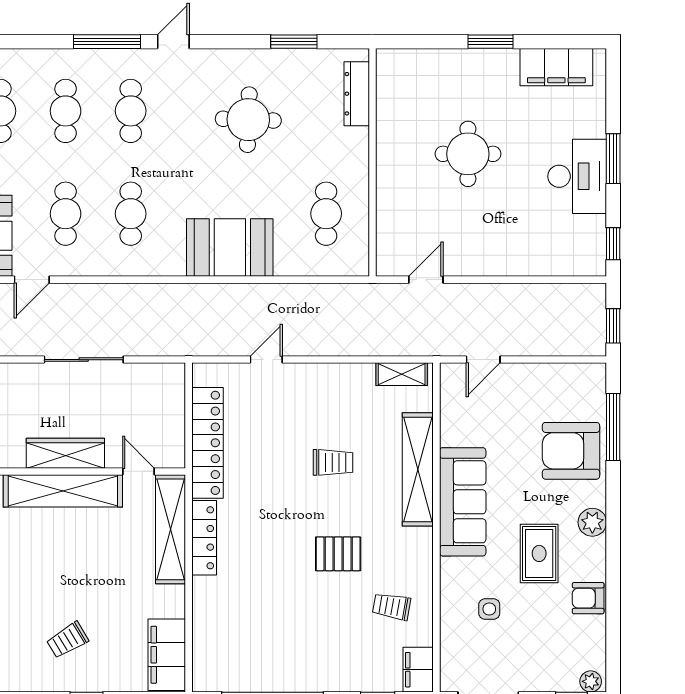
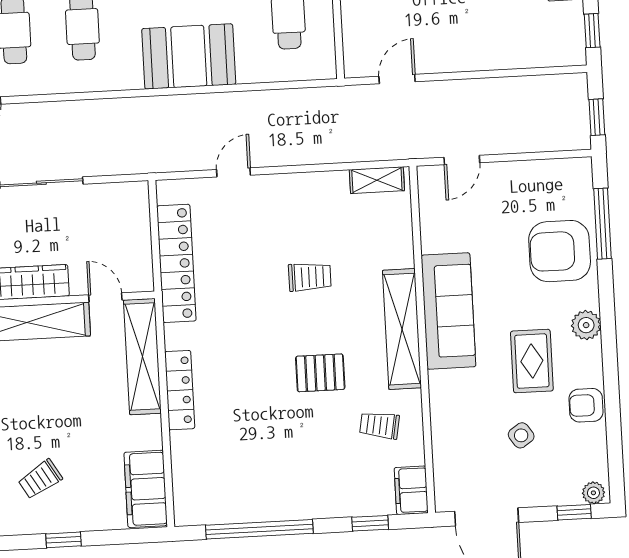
shelving: (418, 469) -> (402, 329), moved
locker: (204, 538) -> (180, 390), moved
side table: (489, 609) -> (521, 435), moved, turned -35

